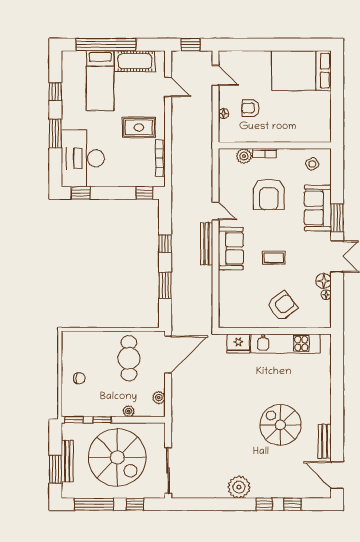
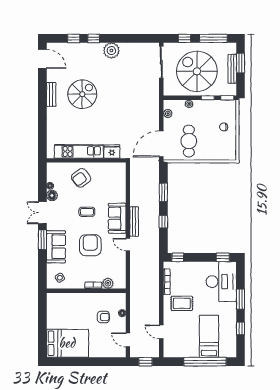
cot: (135, 61) -> (185, 350), removed
armchair: (269, 194) -> (90, 245), moved
spiral stairs: (280, 425) -> (82, 94), turned -90
bench: (325, 441) -> (51, 94), moved

